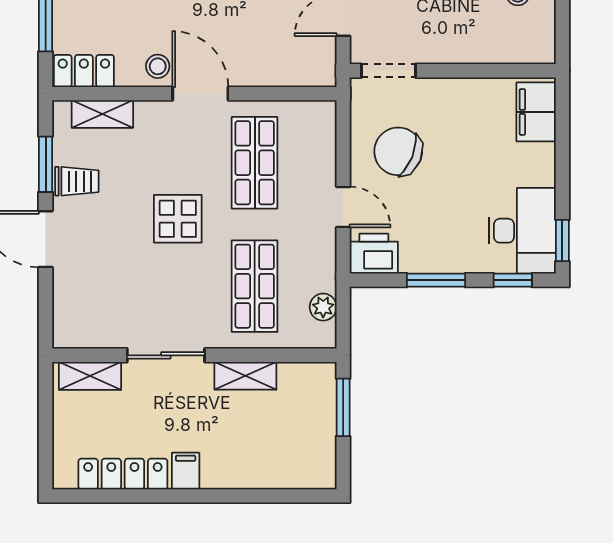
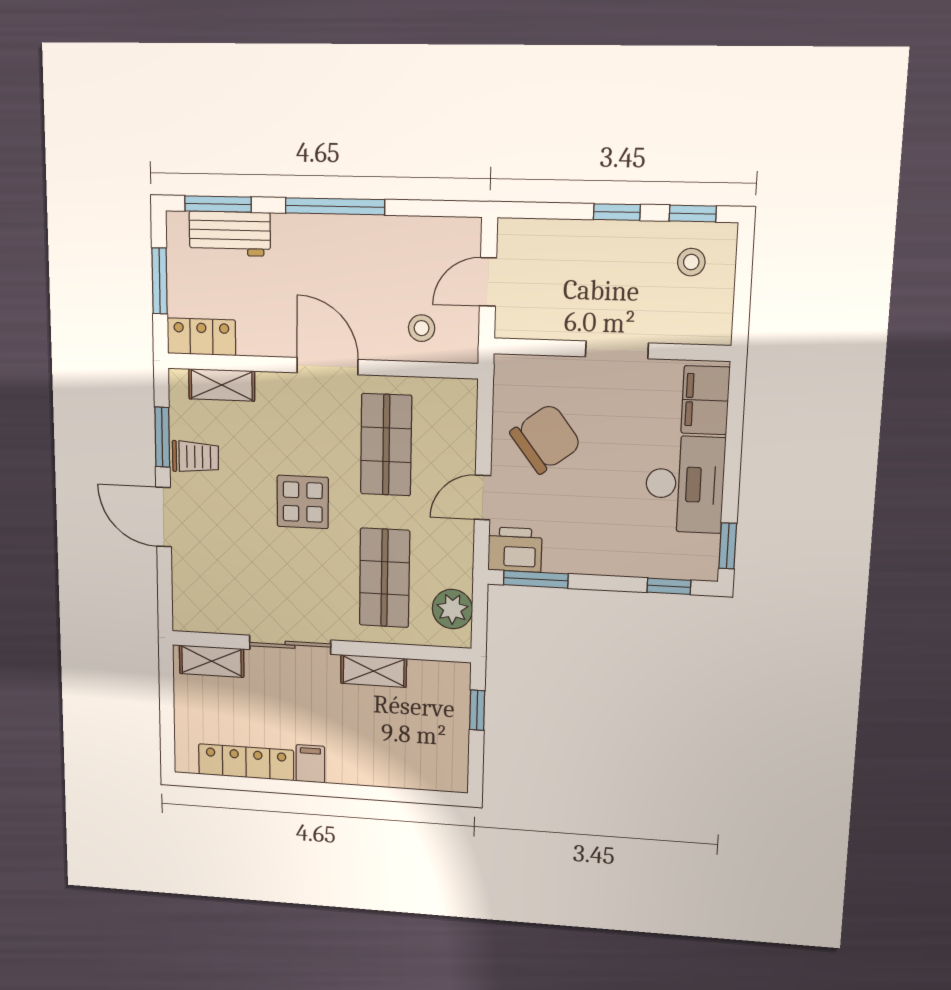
stool: (158, 66) -> (422, 328), moved
doorway: (389, 71) -> (617, 350), moved
chair: (398, 151) -> (546, 439), turned 121
door: (343, 207) -> (483, 497), swing flipped
desk: (522, 231) -> (685, 484), moved
window: (436, 280) -> (536, 579), moved
plant: (323, 307) -> (452, 609), width x1.38, depth x1.38
window: (343, 407) -> (477, 710), width x0.67

